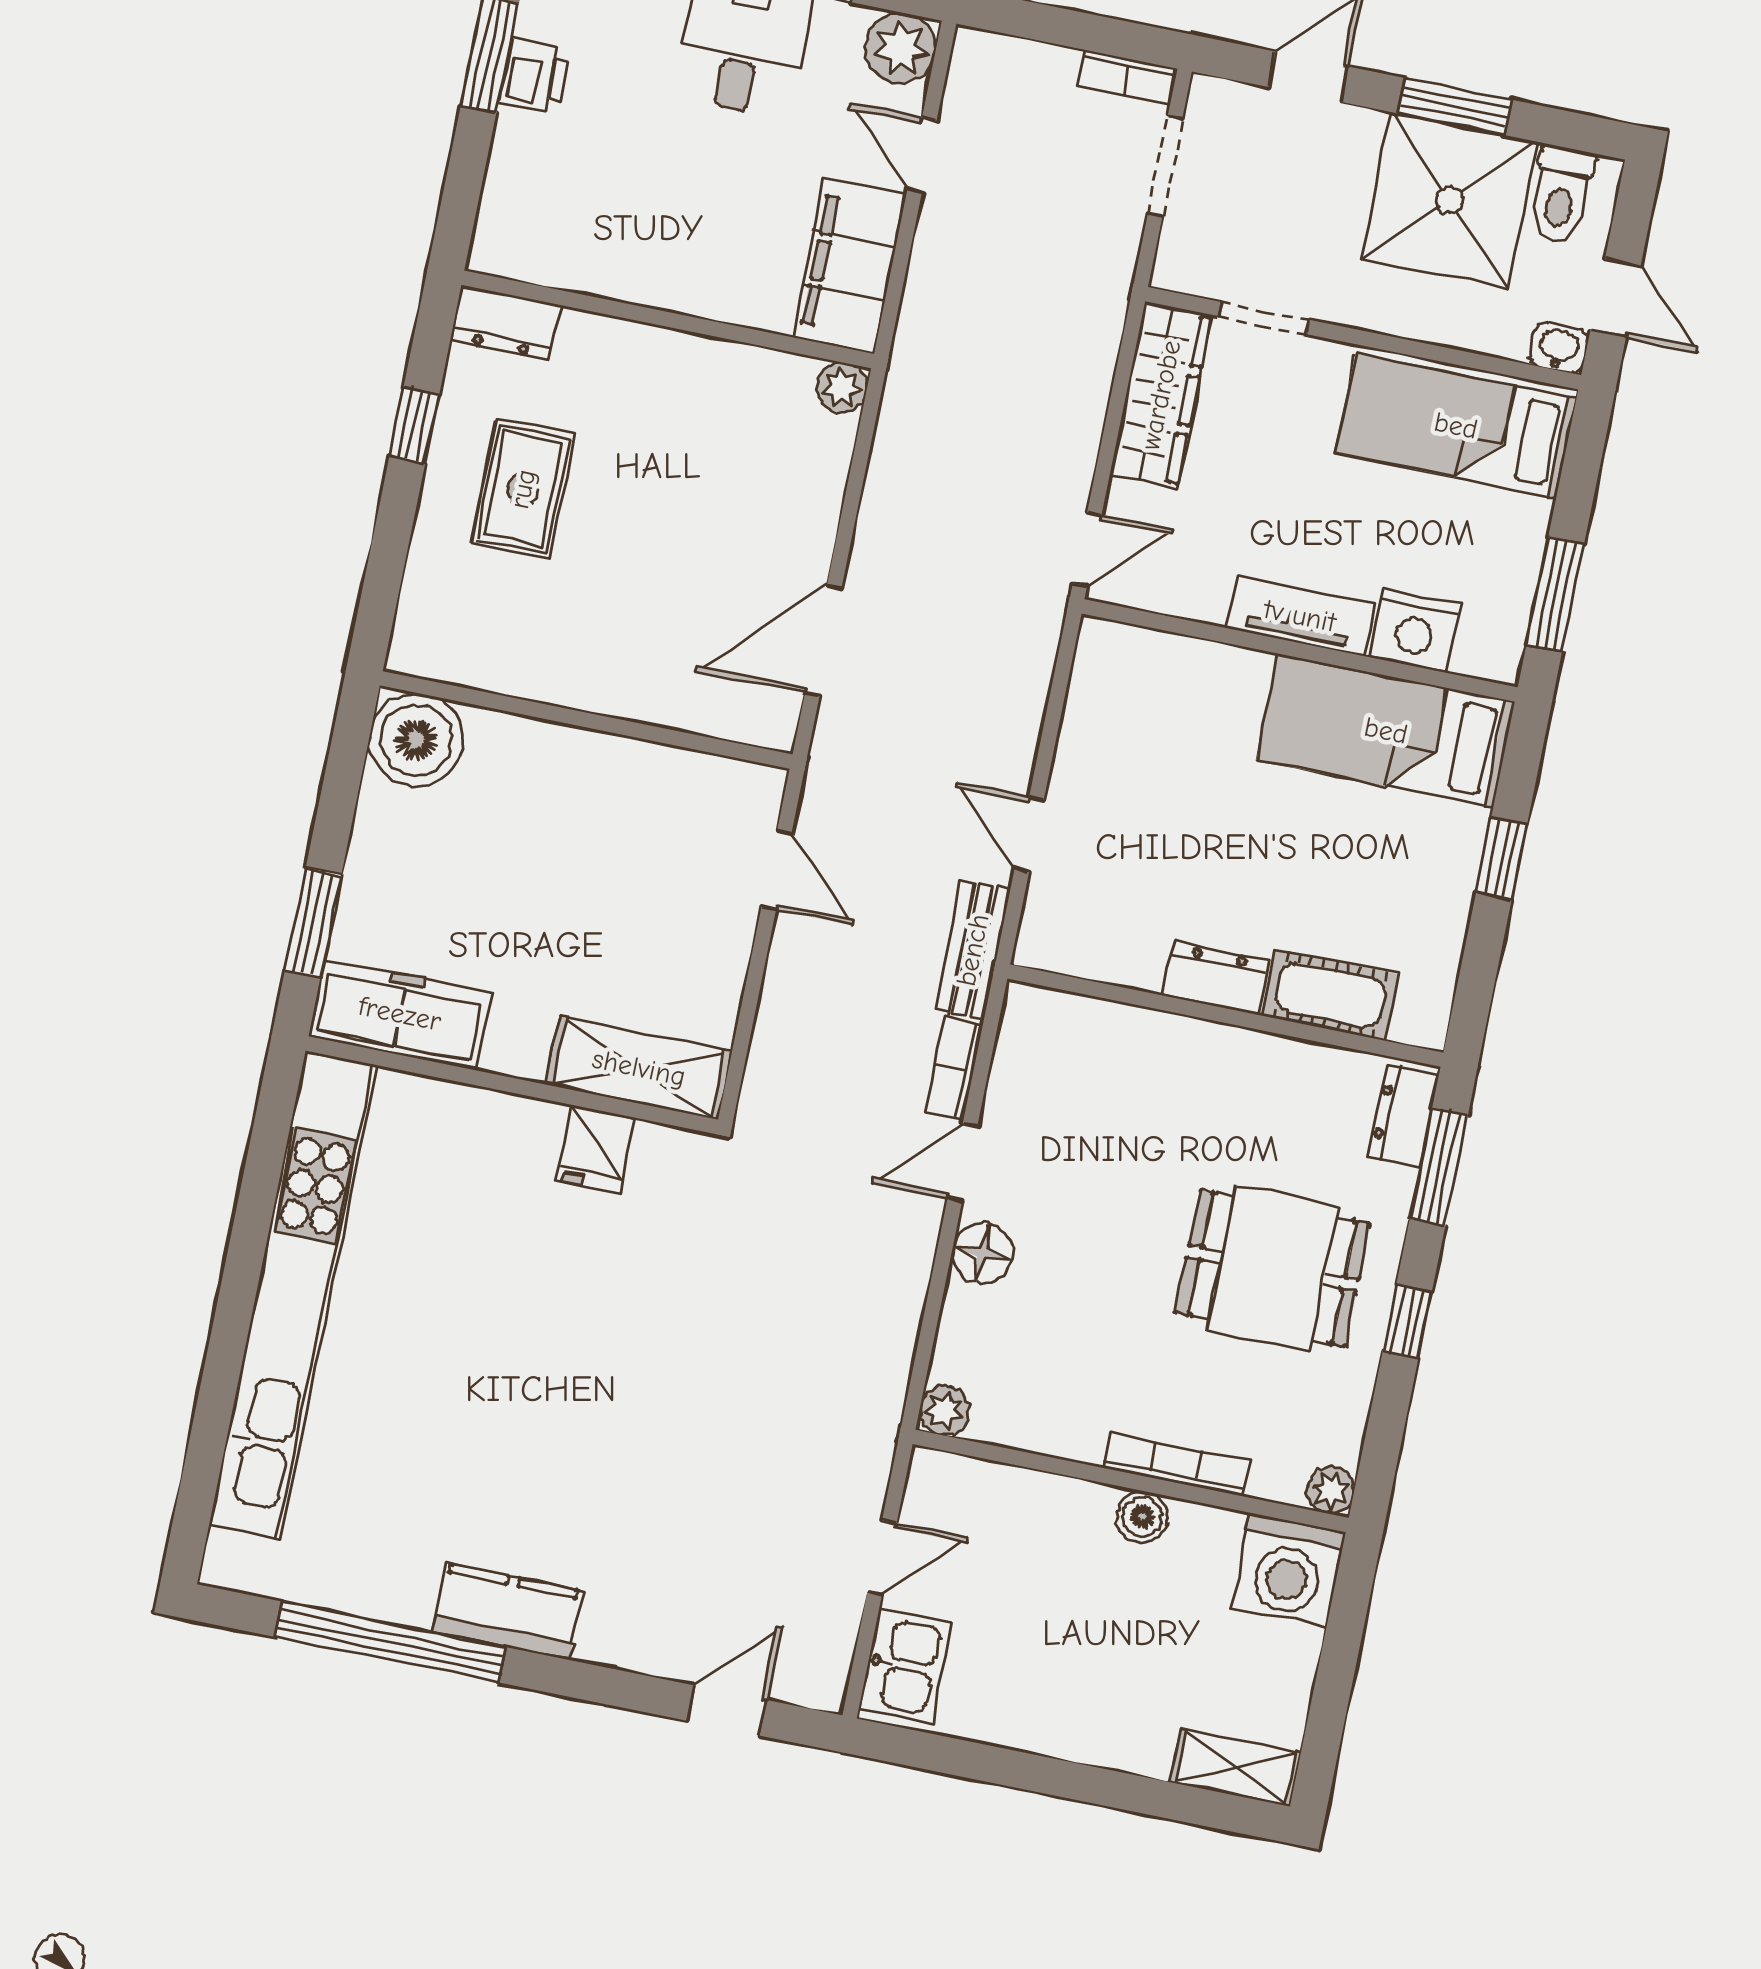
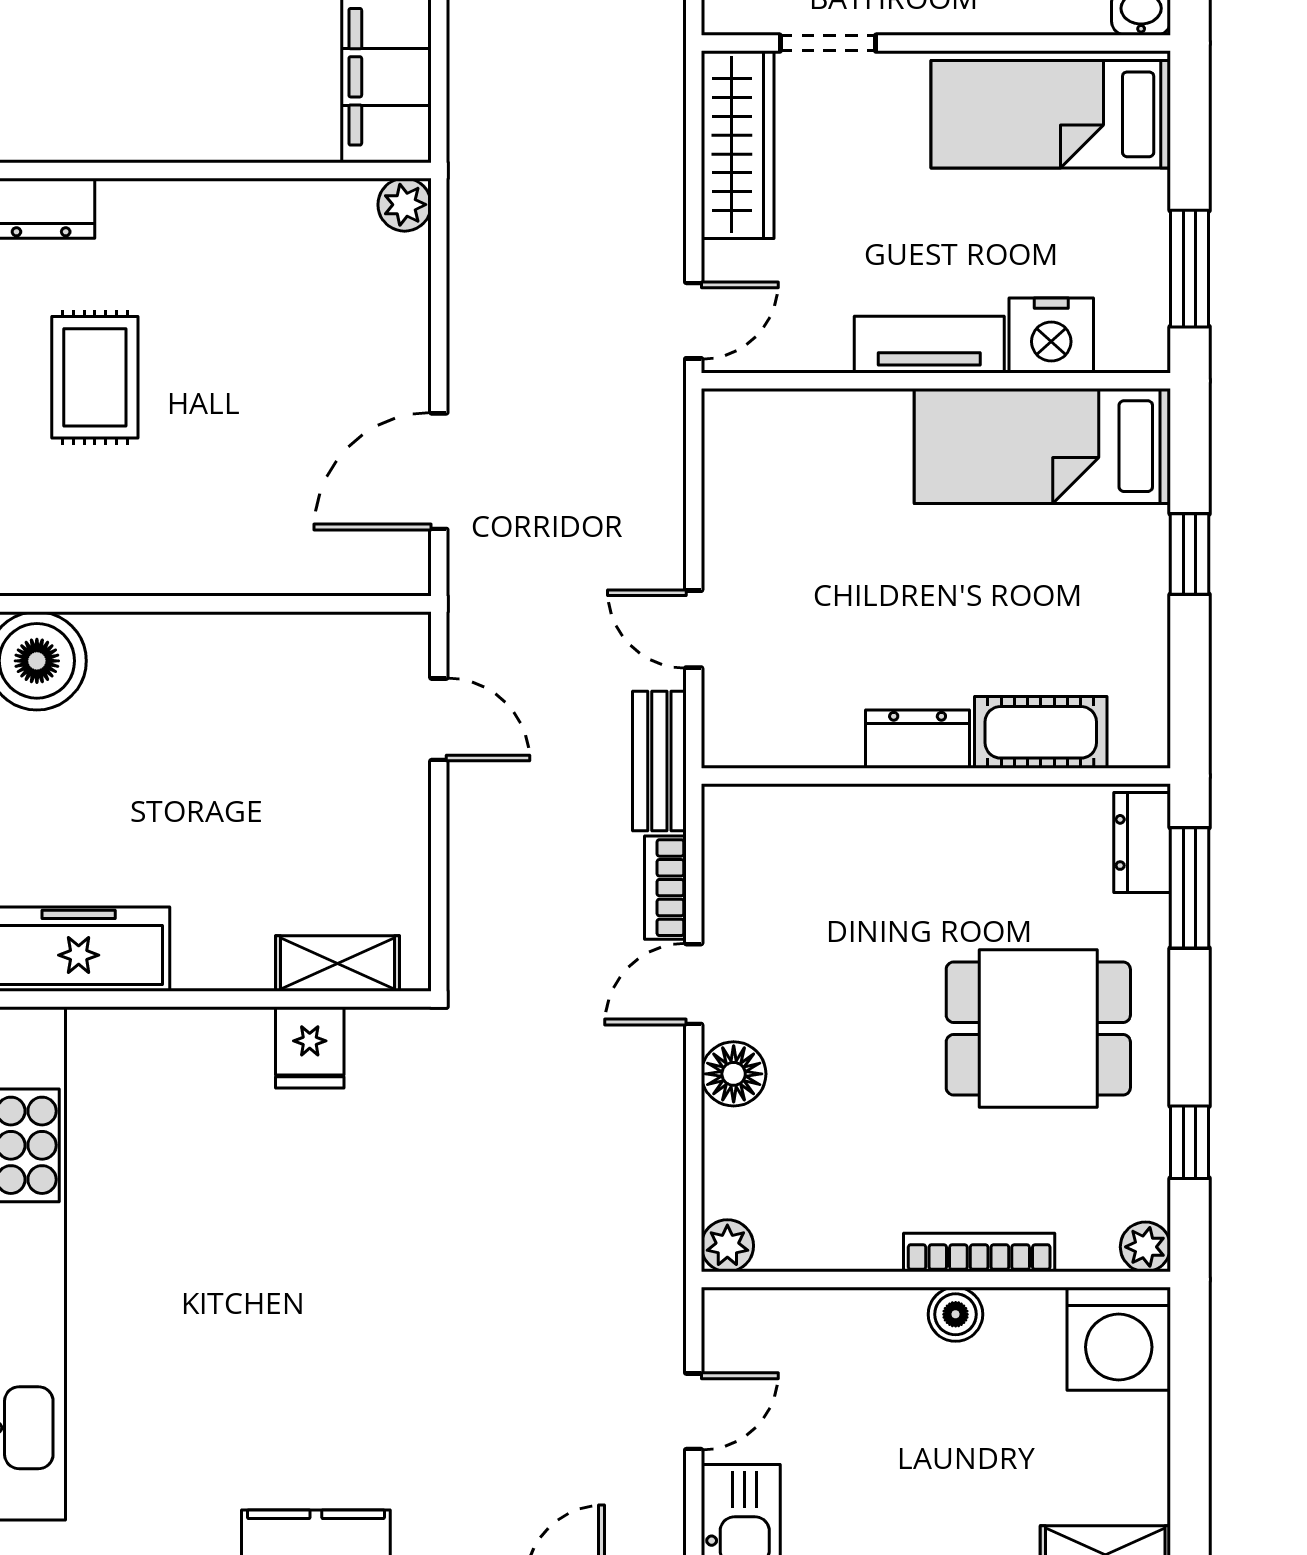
shelving: (639, 1068) -> (338, 963), width x0.67, depth x0.75
window: (1407, 1322) -> (1190, 1142), moved

